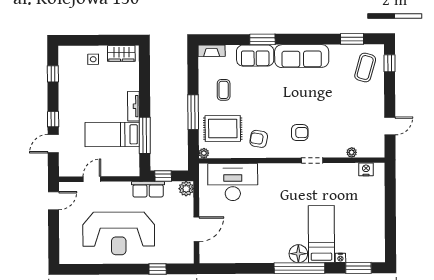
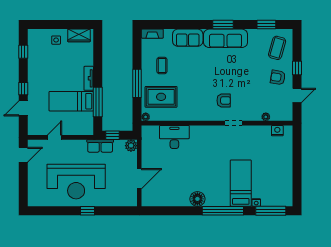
window: (262, 39) -> (223, 25), moved
window: (390, 63) -> (297, 68), moved
armchair: (259, 139) -> (278, 77), moved
desk: (233, 182) -> (174, 137), width x0.73, depth x0.77
floor lamp: (298, 254) -> (197, 199), moved
window: (358, 268) -> (271, 211), width x1.44
window: (158, 269) -> (88, 211), moved

